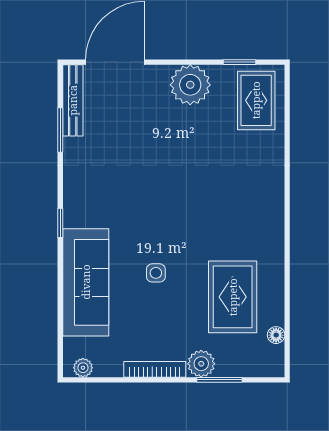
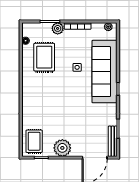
sofa: (86, 282) -> (104, 72), width x1.36, depth x1.27

